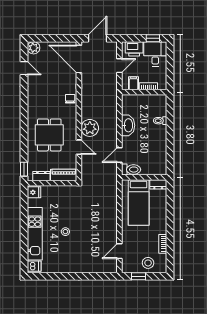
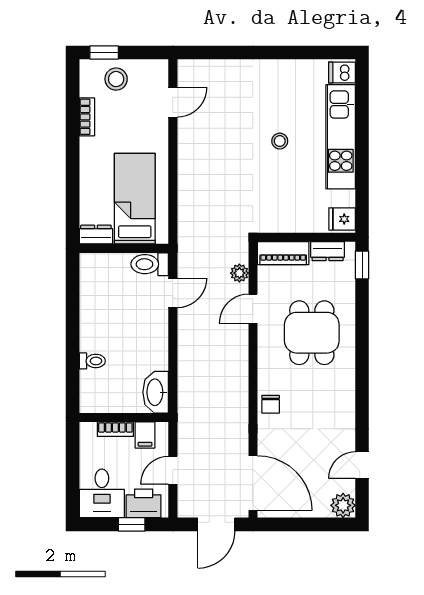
window: (153, 38) -> (132, 524), moved
door: (24, 68) -> (362, 465), hinge flipped
washbasin: (128, 125) -> (156, 392), moved
plant: (90, 128) -> (239, 273), moved, width x0.53, depth x0.53
door: (79, 147) -> (253, 309), hinge flipped
window: (139, 276) -> (104, 52), moved

